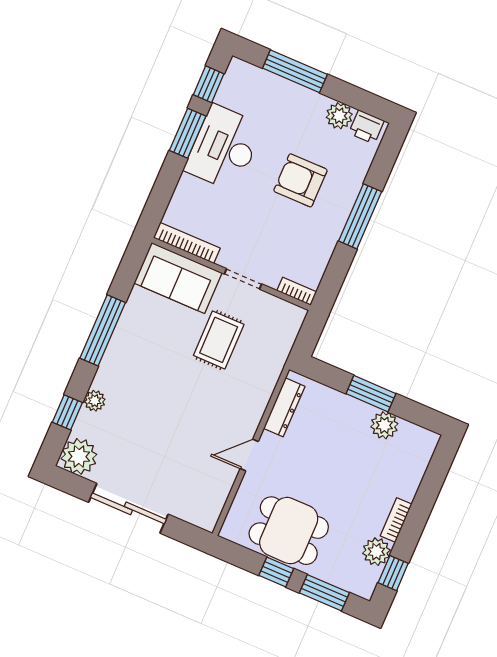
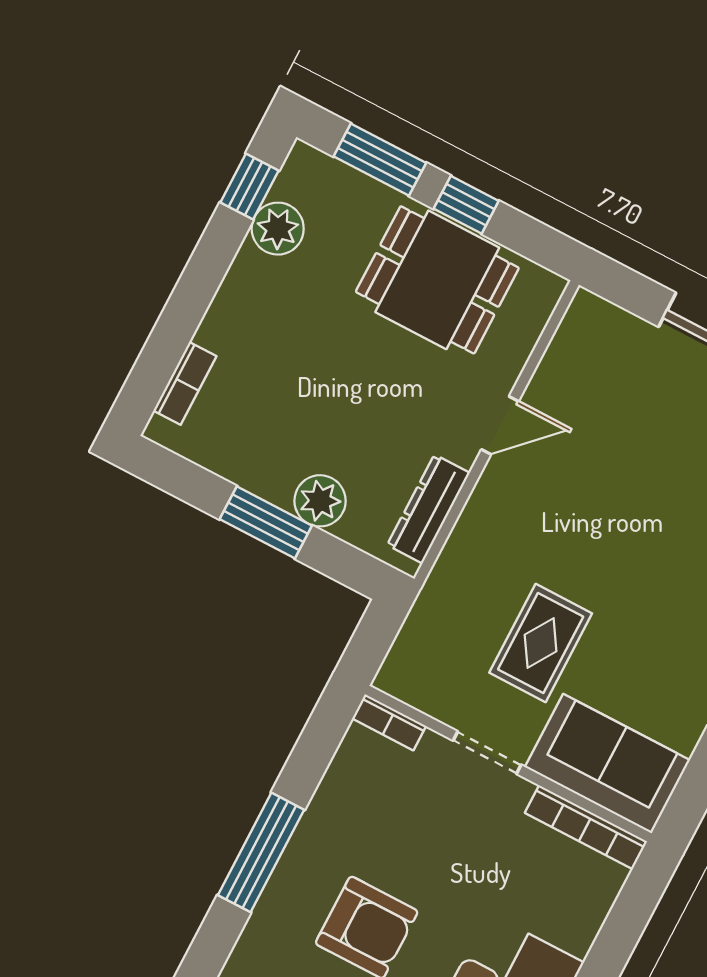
plant: (384, 425) -> (320, 501), moved
bookcase: (396, 520) -> (185, 383), moved

